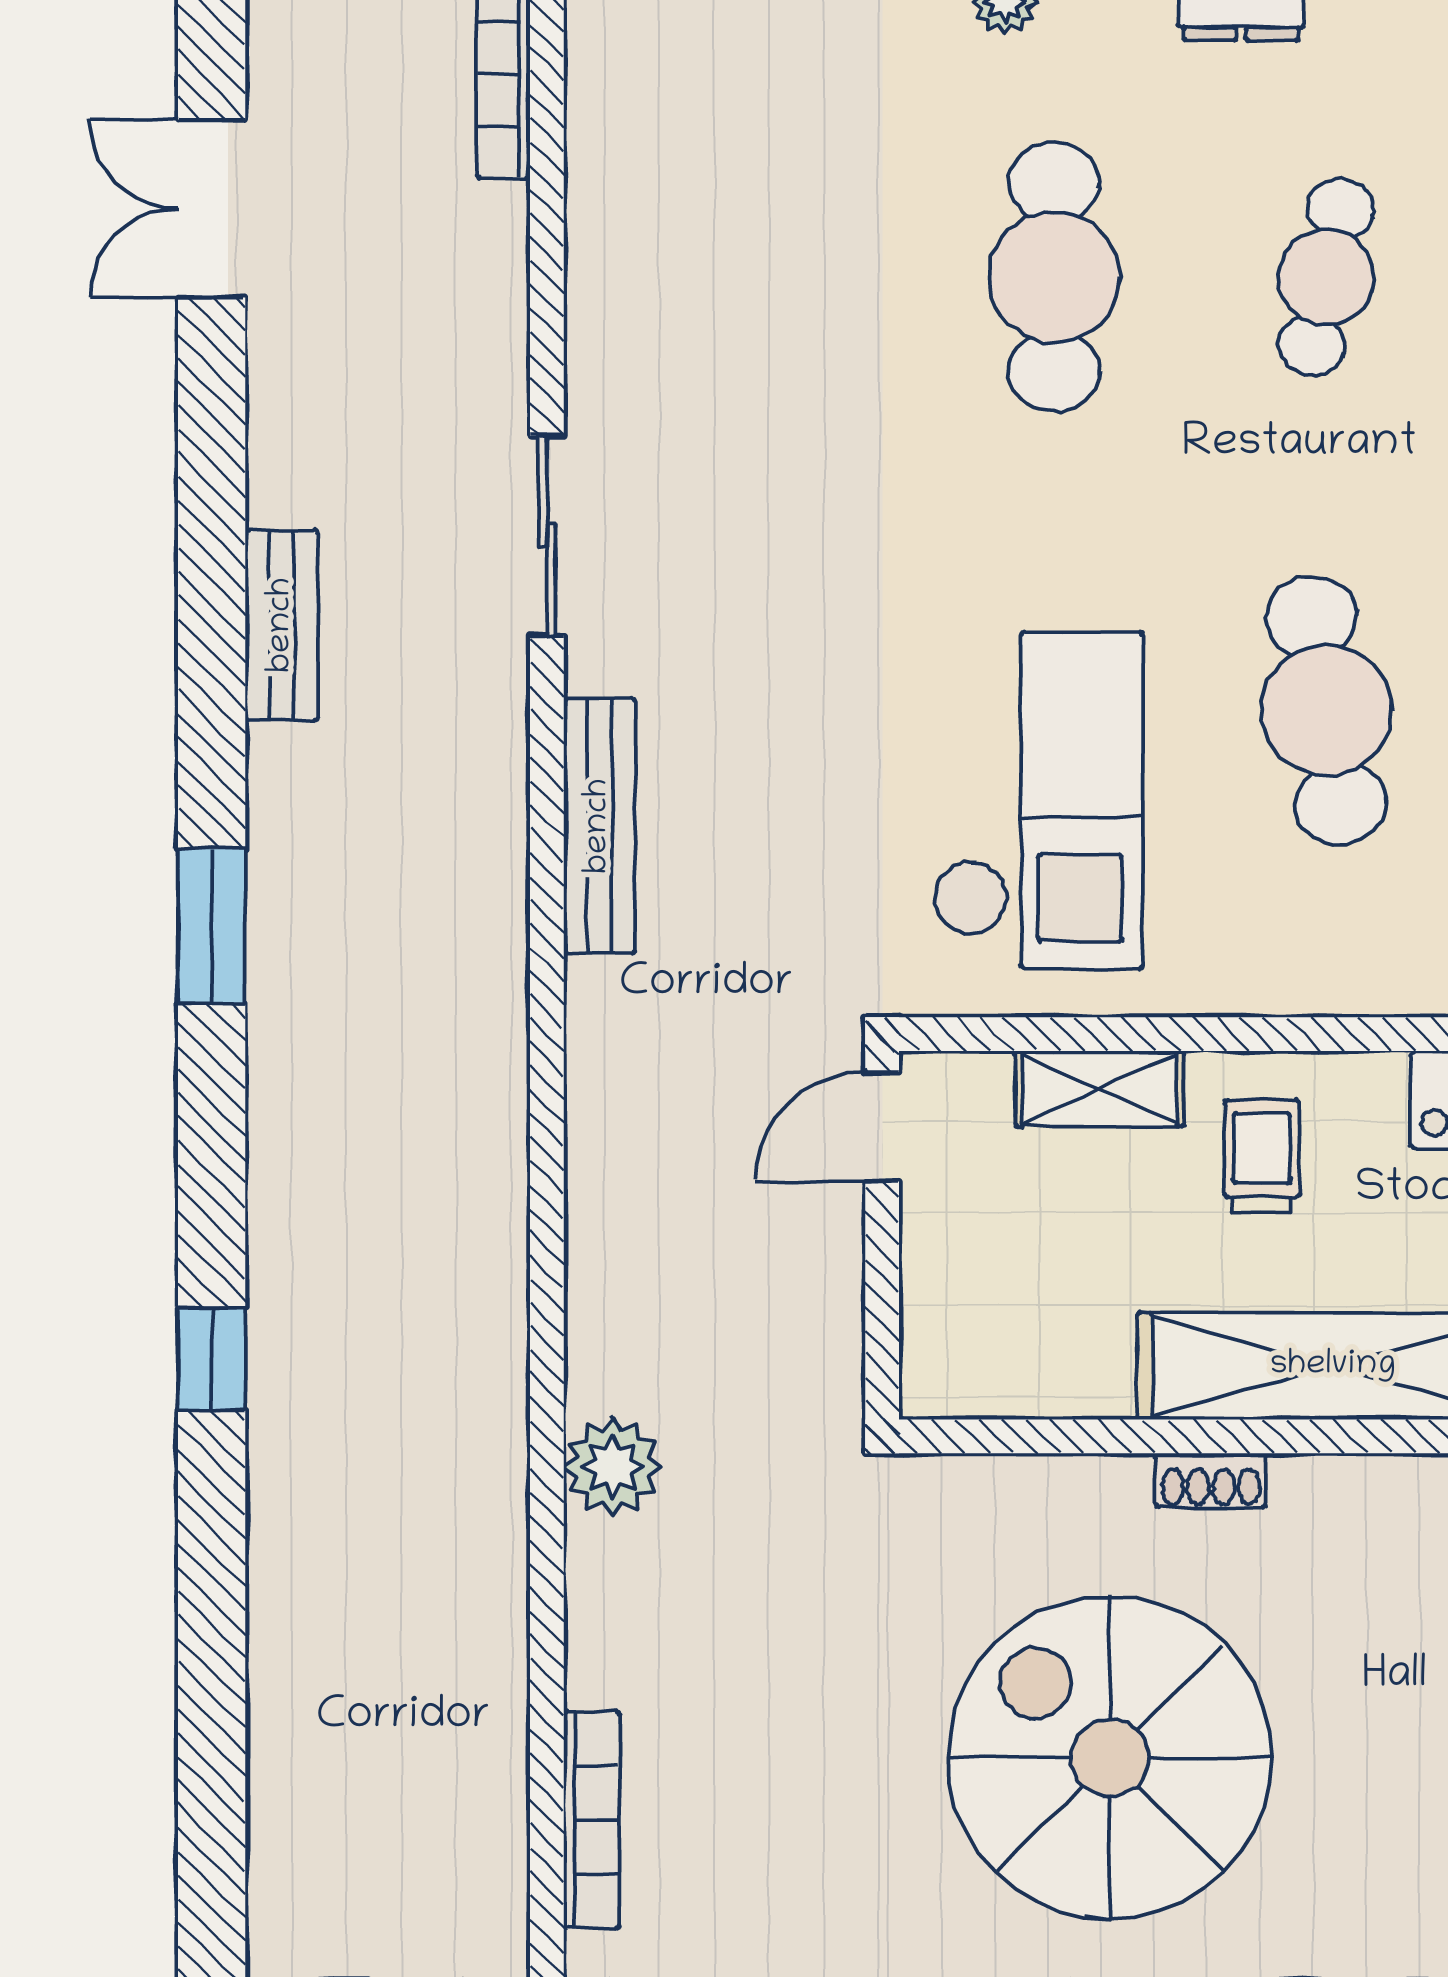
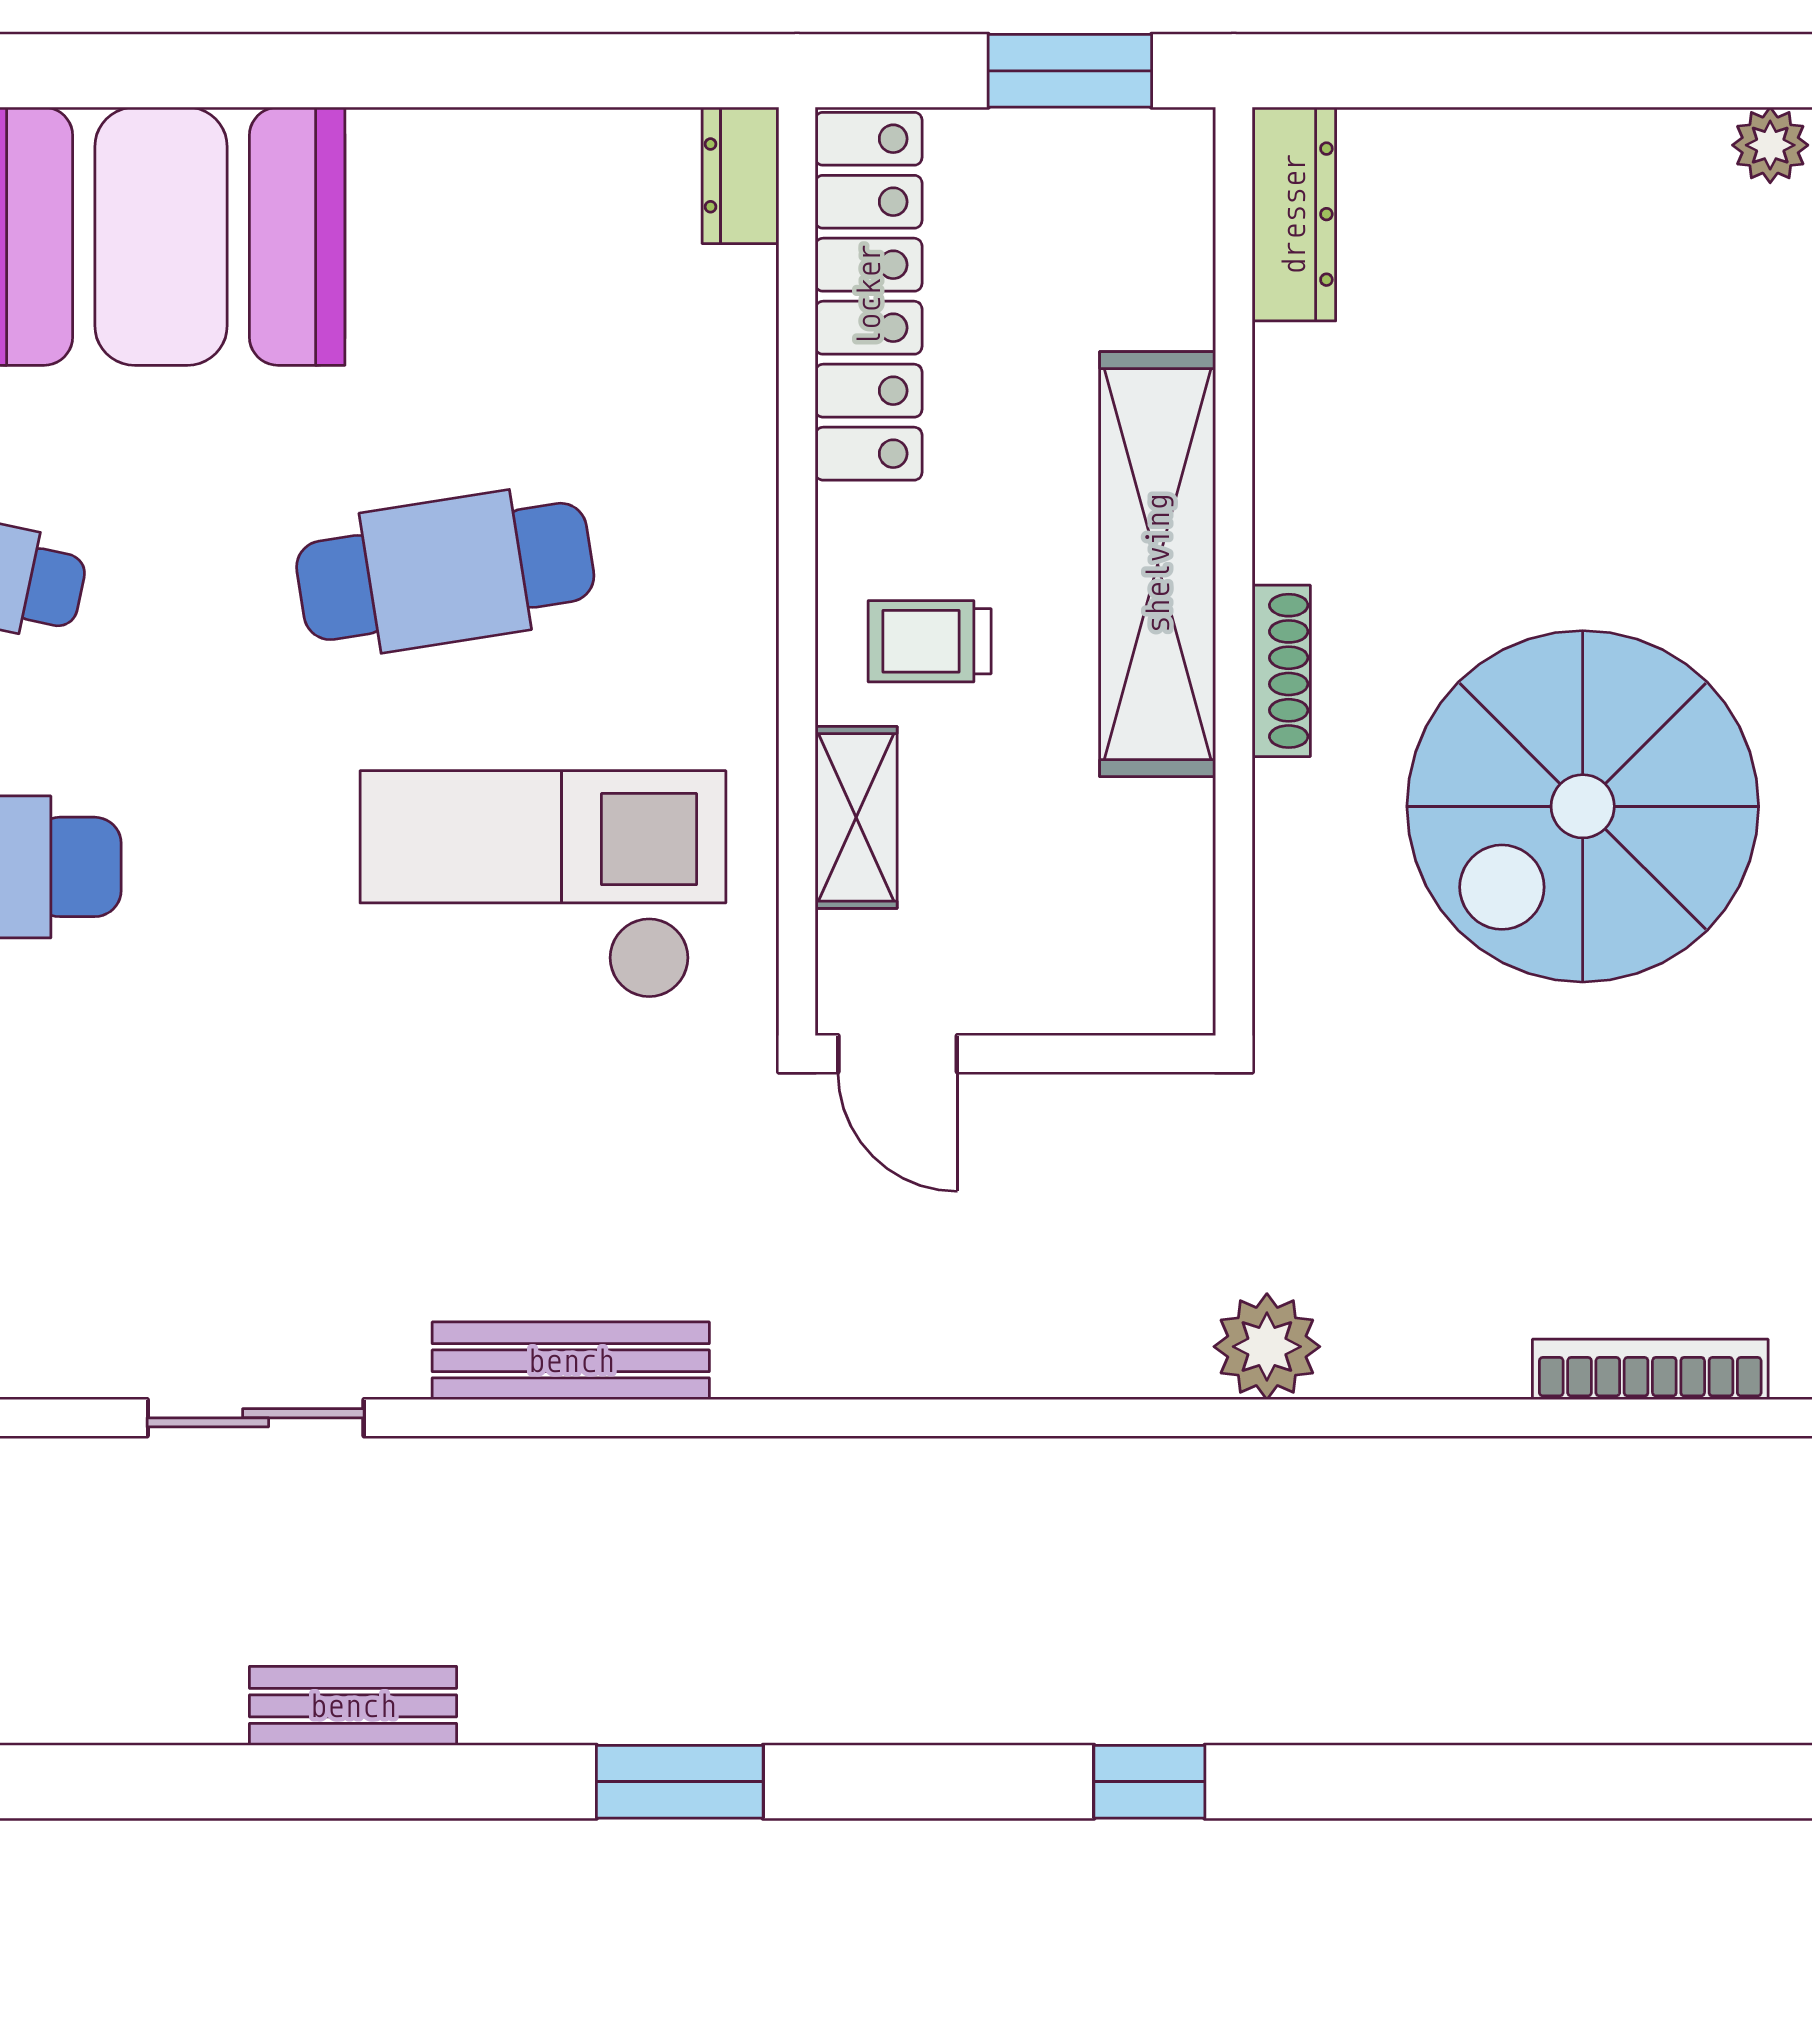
shoe rack: (1211, 1480) -> (1281, 671), width x1.43

